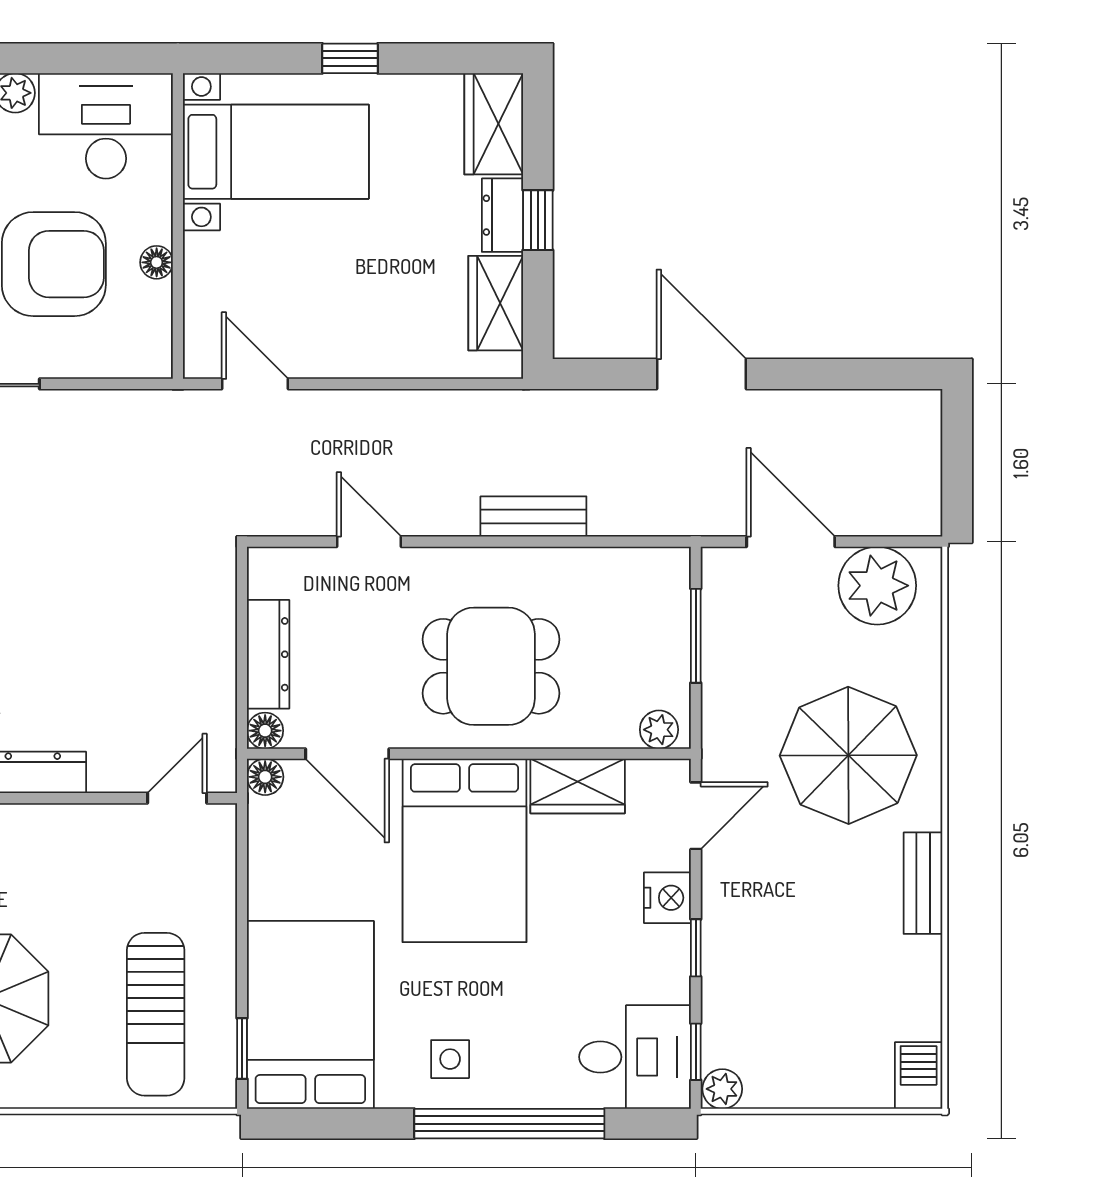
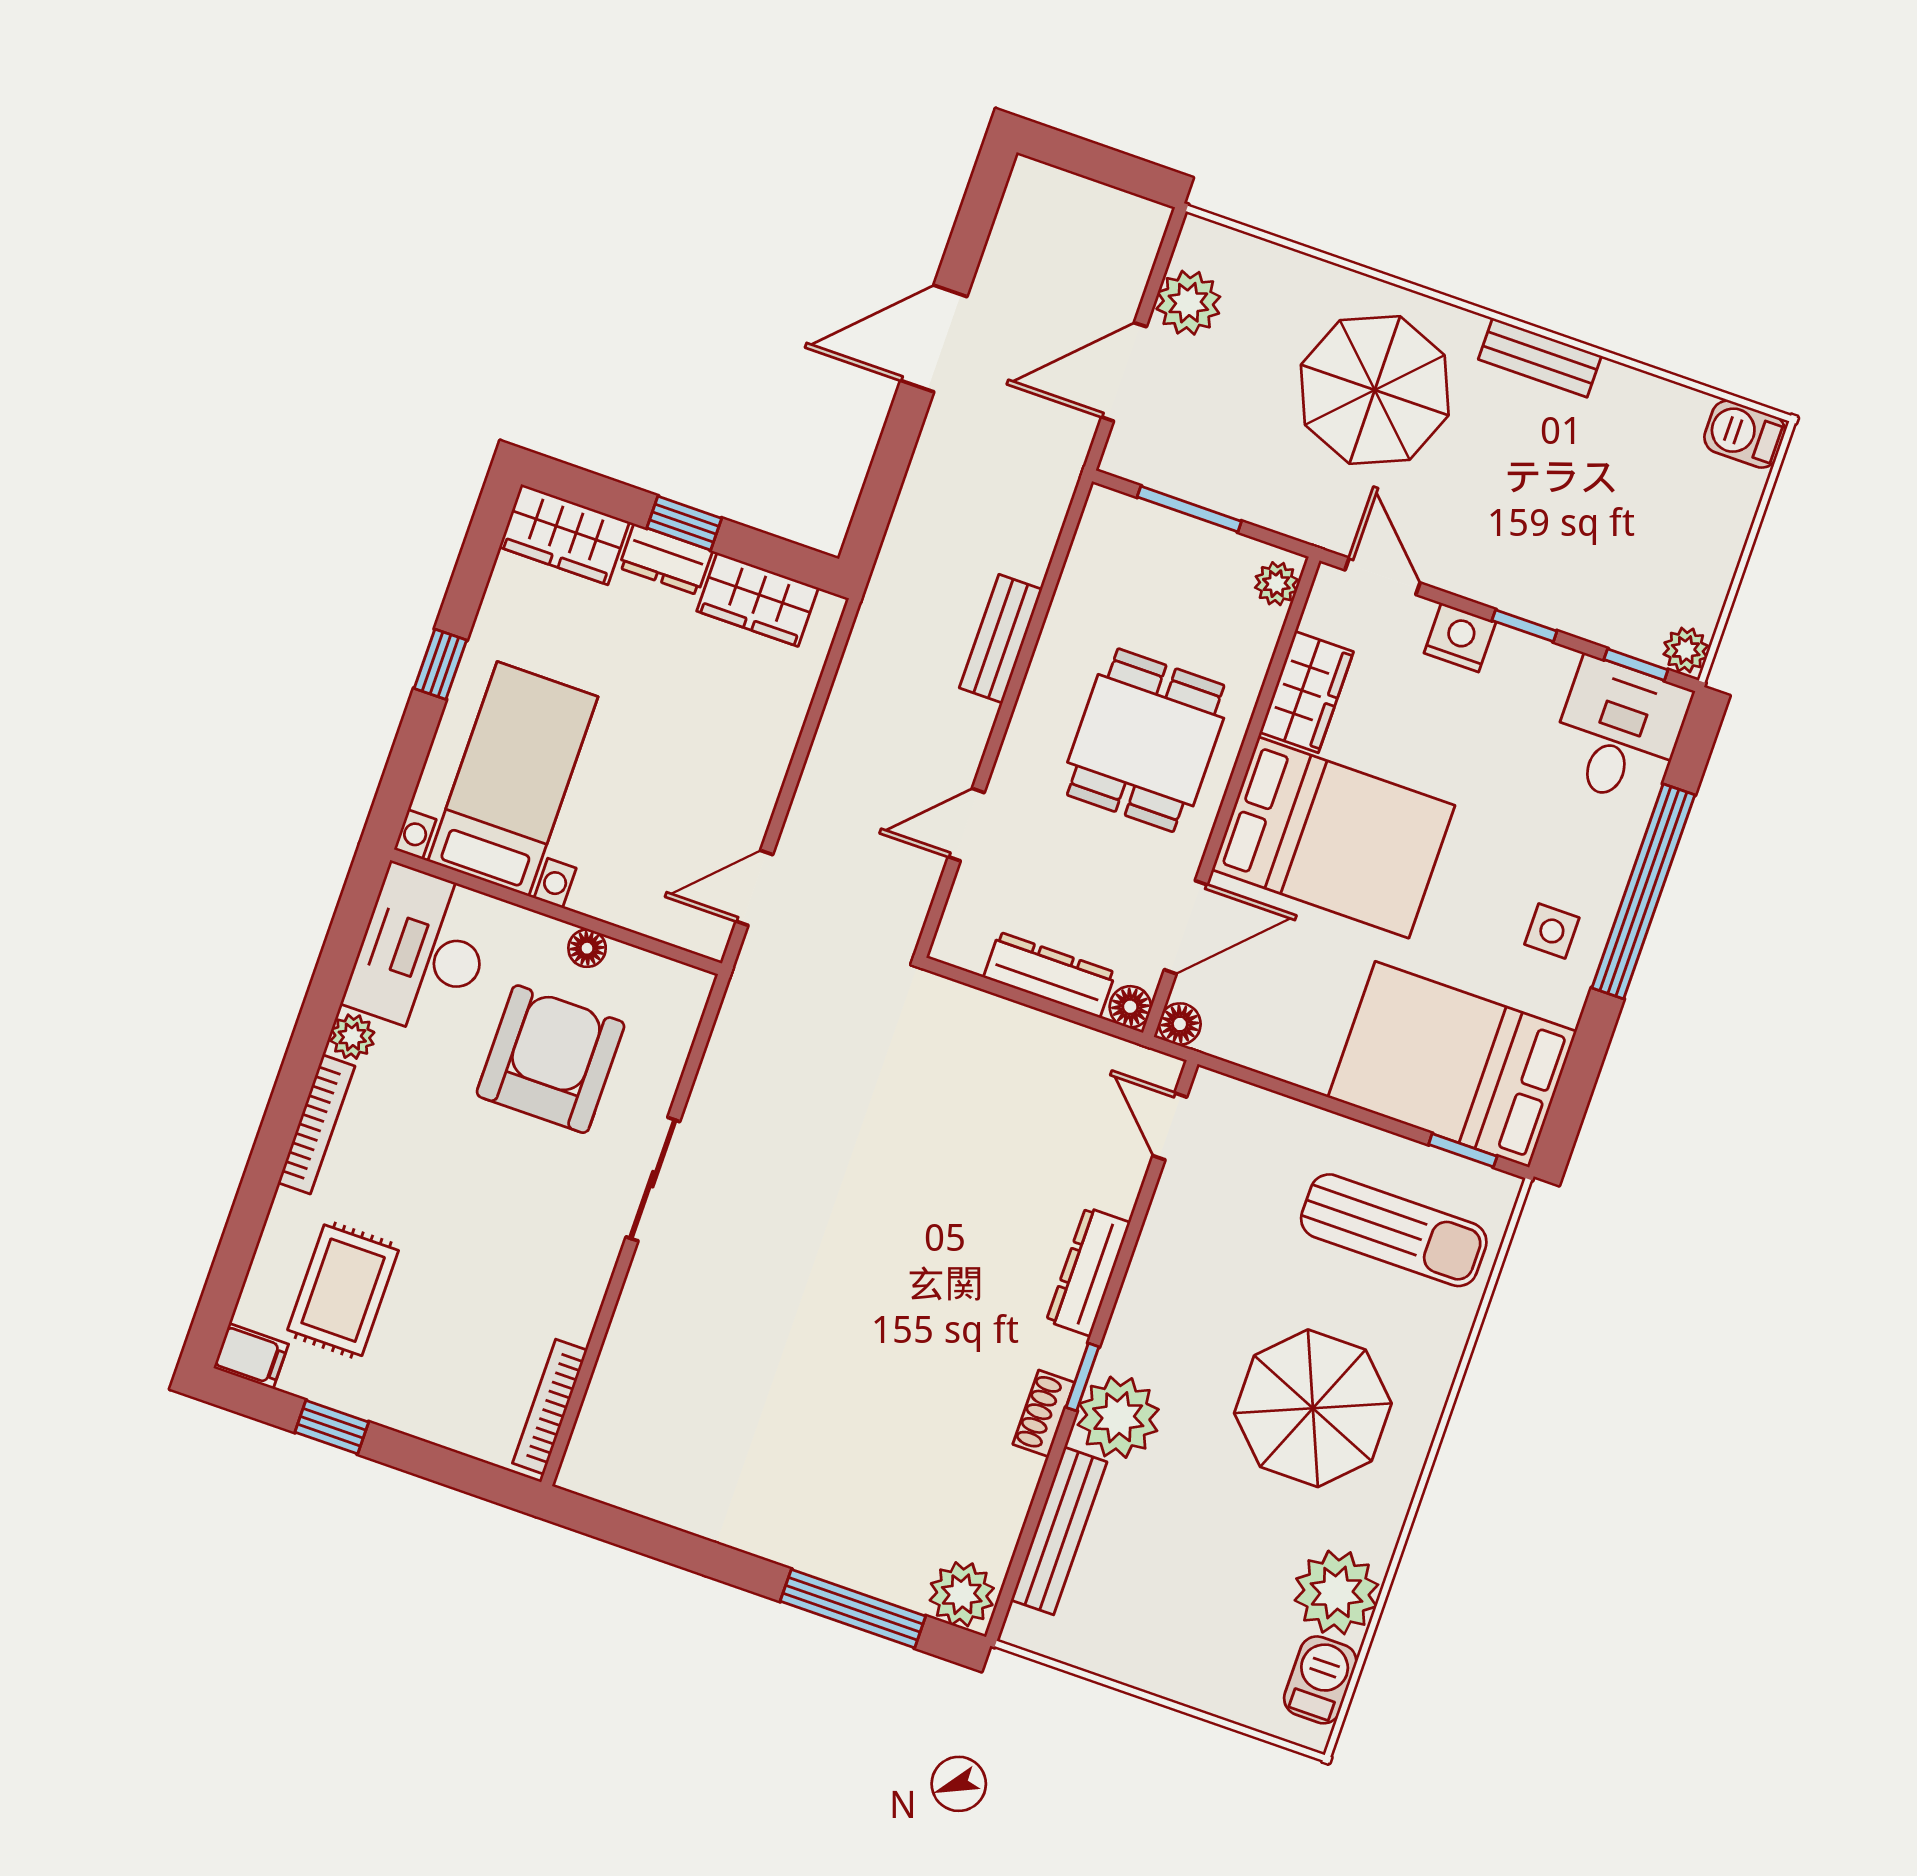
door: (701, 374) -> (934, 338), moved
plant: (877, 586) -> (1188, 303), width x0.73, depth x0.73

